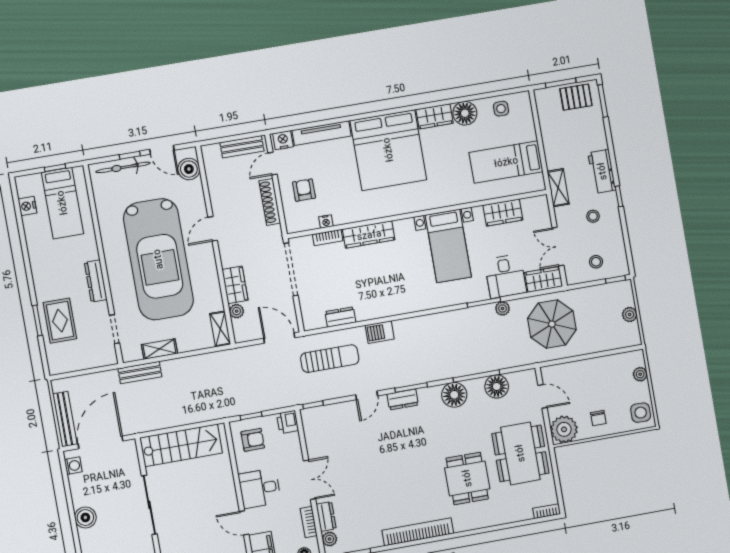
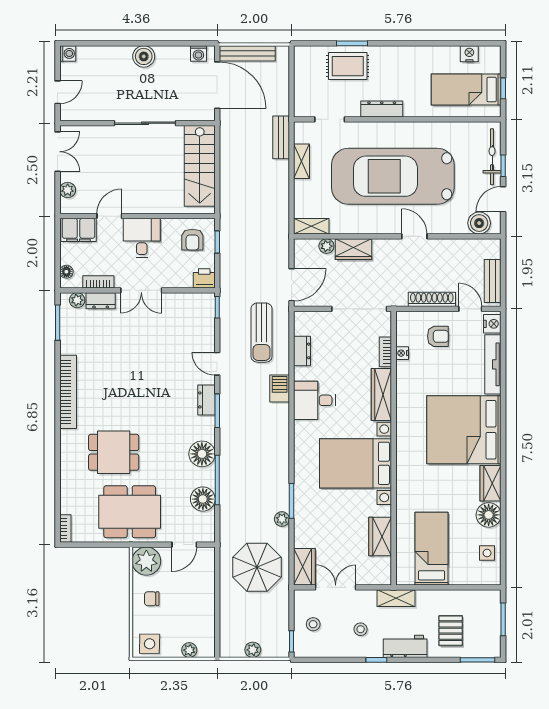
pallet: (576, 97) -> (451, 631), moved
bed with nightstands: (448, 246) -> (356, 463), width x1.36
desk: (505, 276) -> (314, 400), moved

